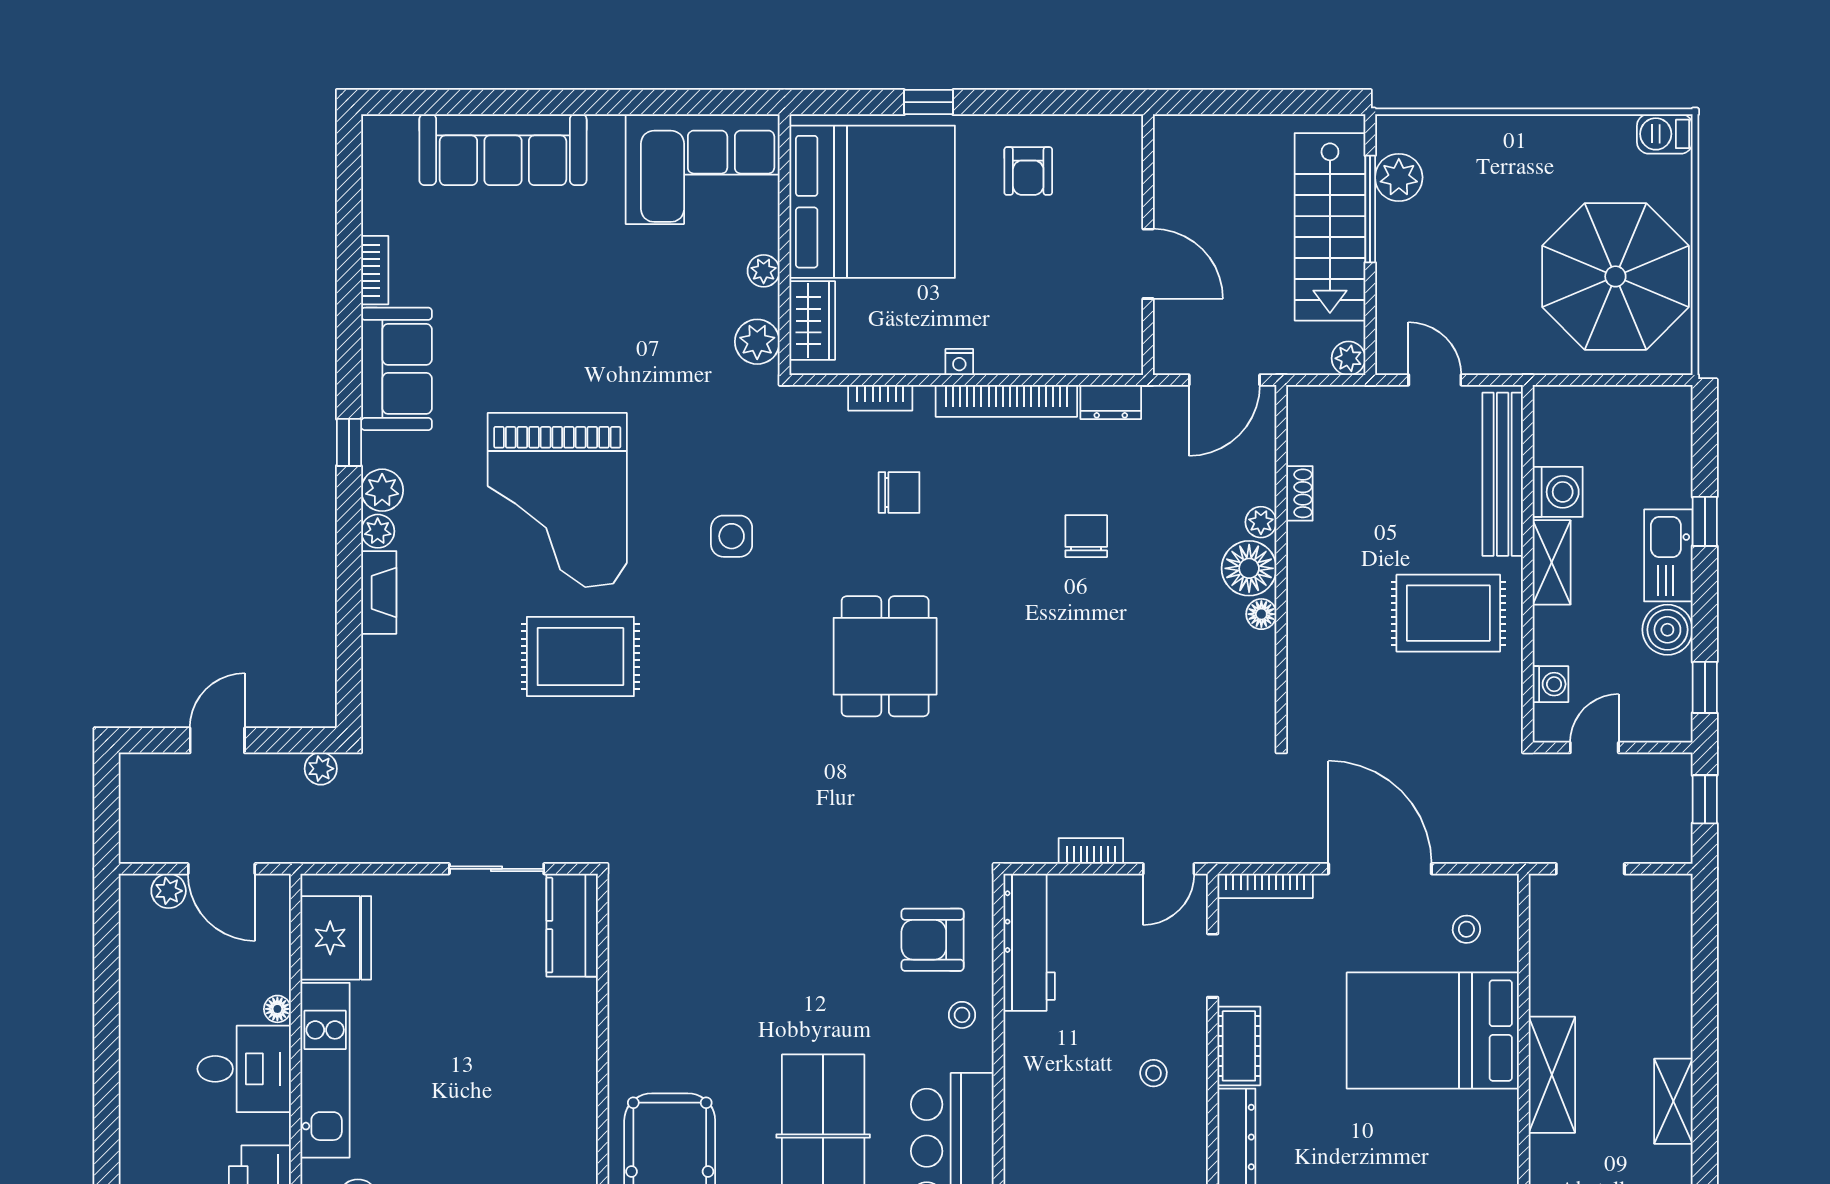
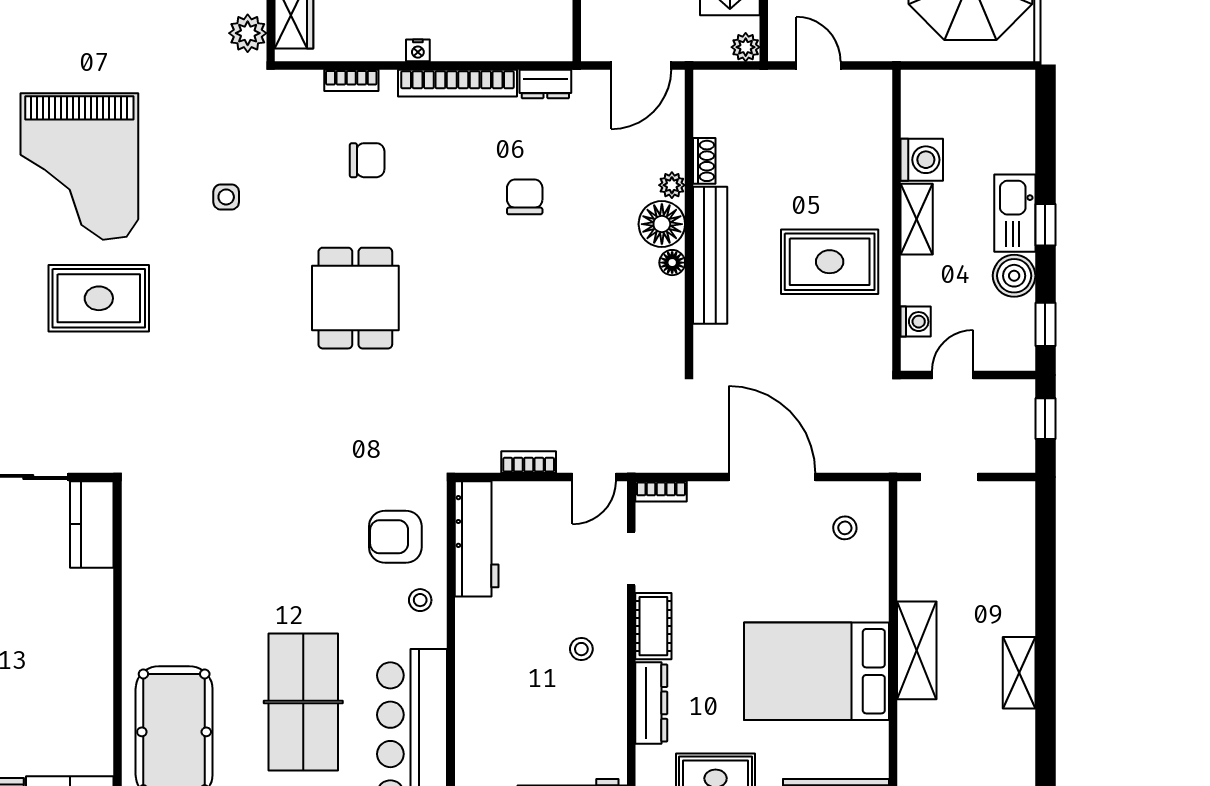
bench: (1503, 474) -> (710, 255), moved
window: (1705, 521) -> (1045, 225), moved
side table: (732, 536) -> (226, 197), width x0.73, depth x0.73
bookcase: (1265, 886) -> (661, 491), width x0.64
bed: (1433, 1031) -> (817, 671), moved

